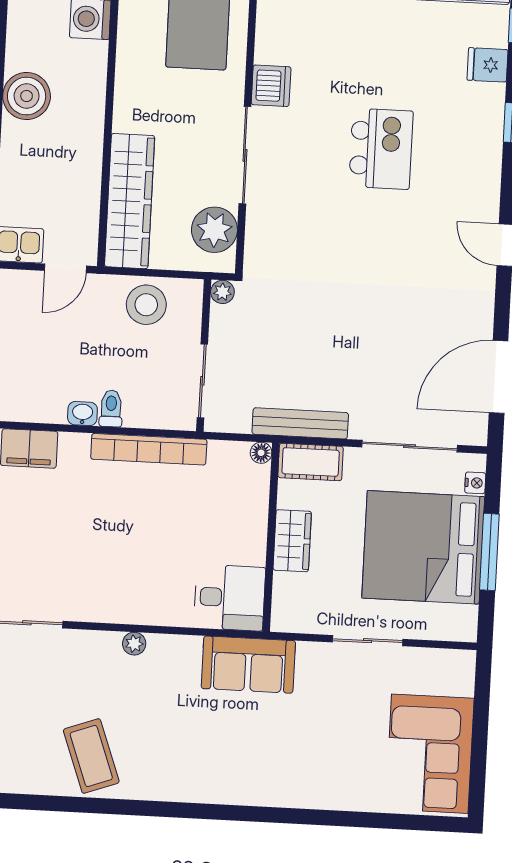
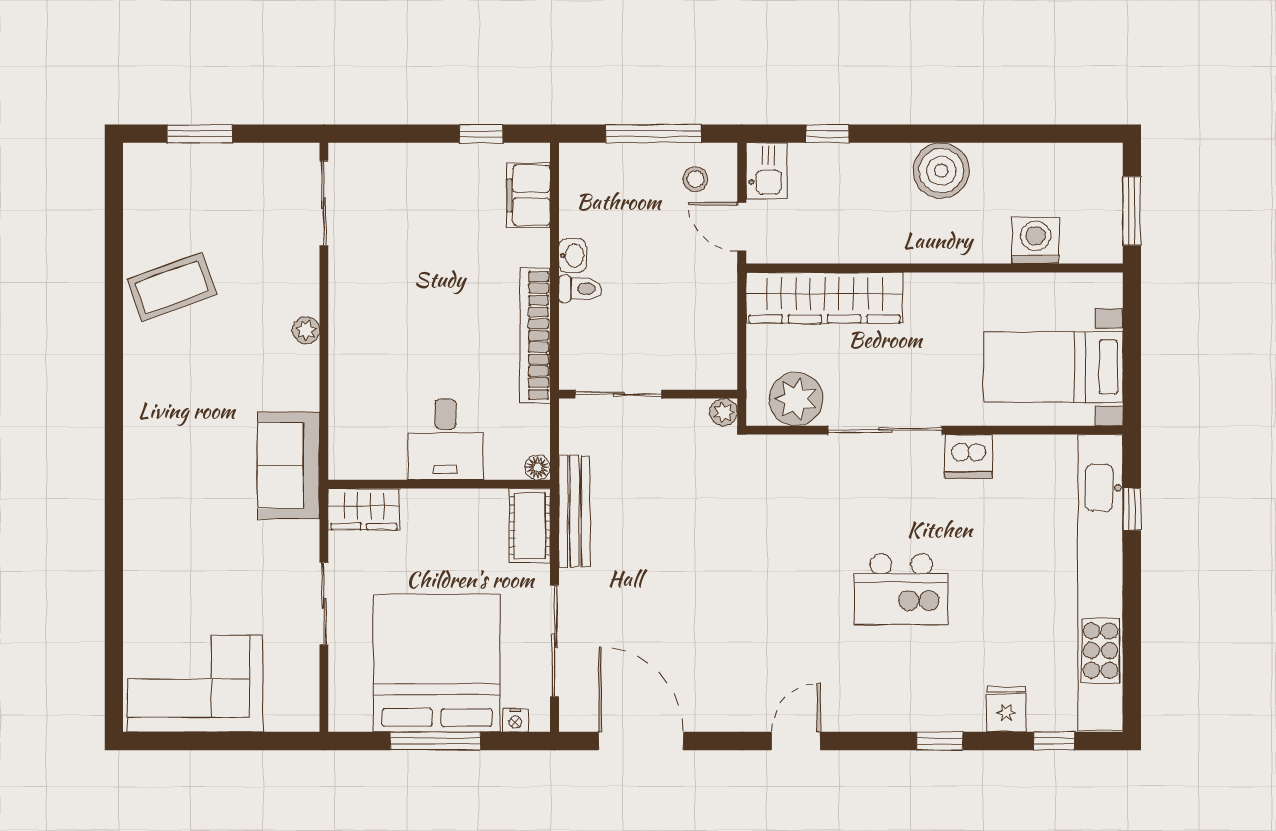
stool: (146, 305) -> (695, 179), moved, width x0.53, depth x0.53
wardrobe: (292, 541) -> (364, 509), moved
desk: (230, 598) -> (445, 439), moved

